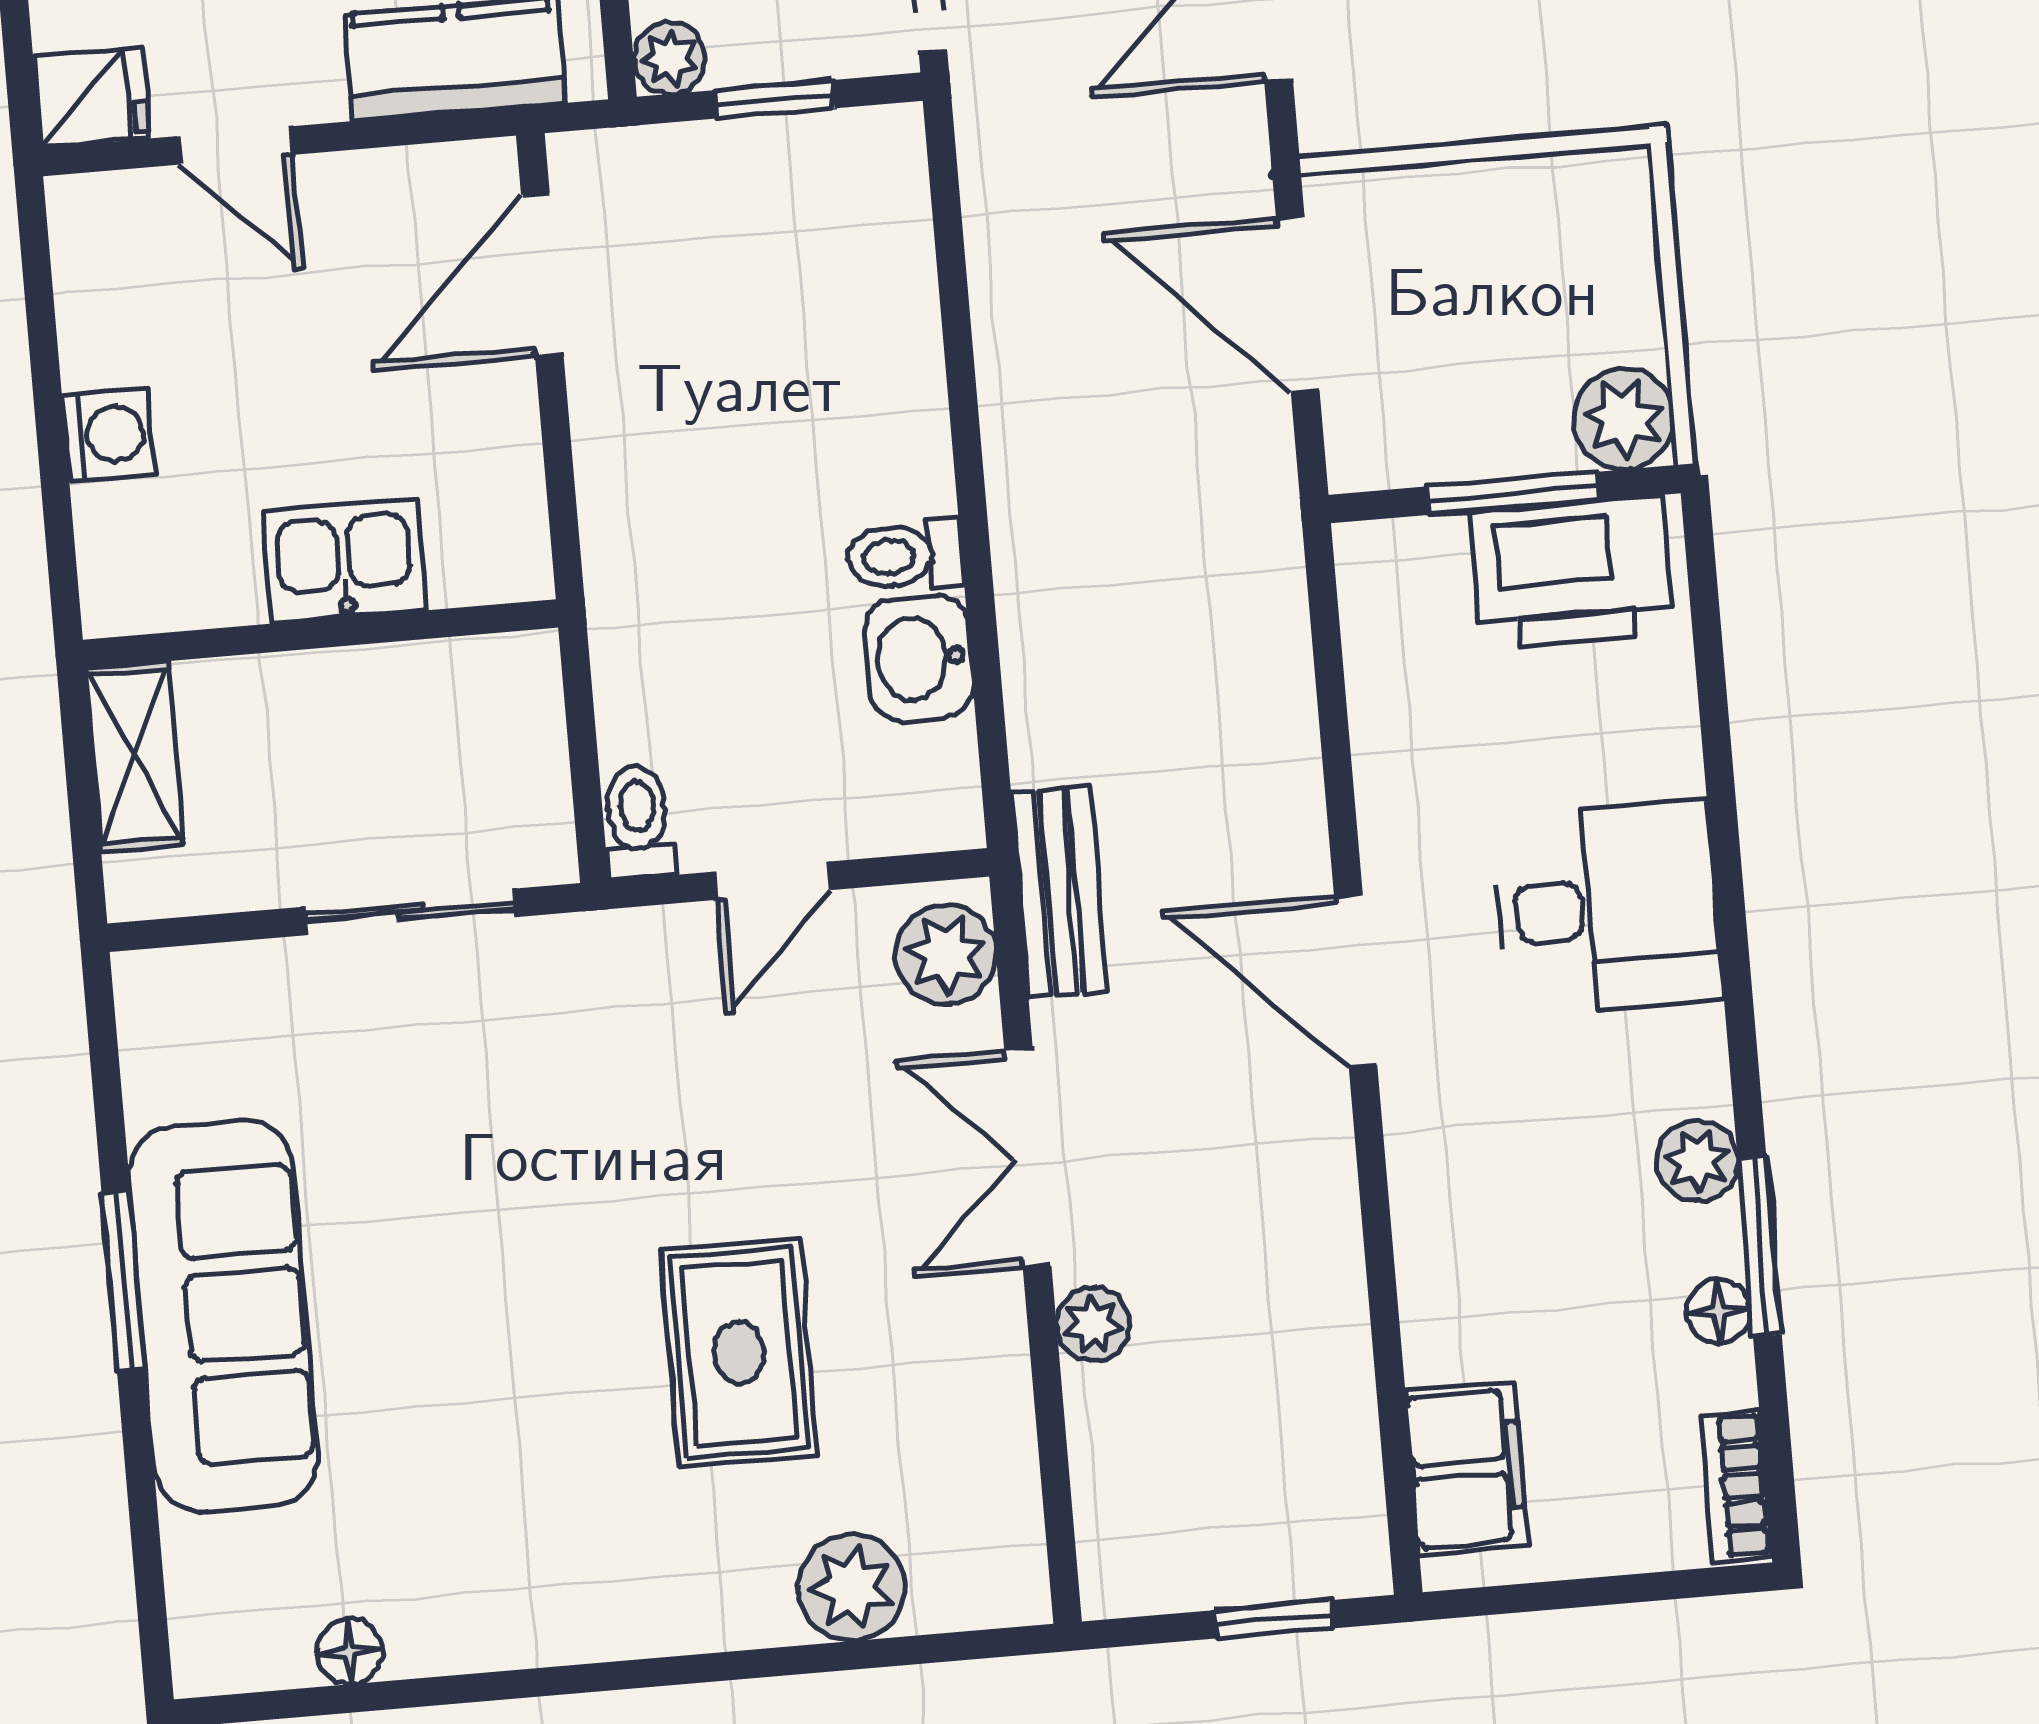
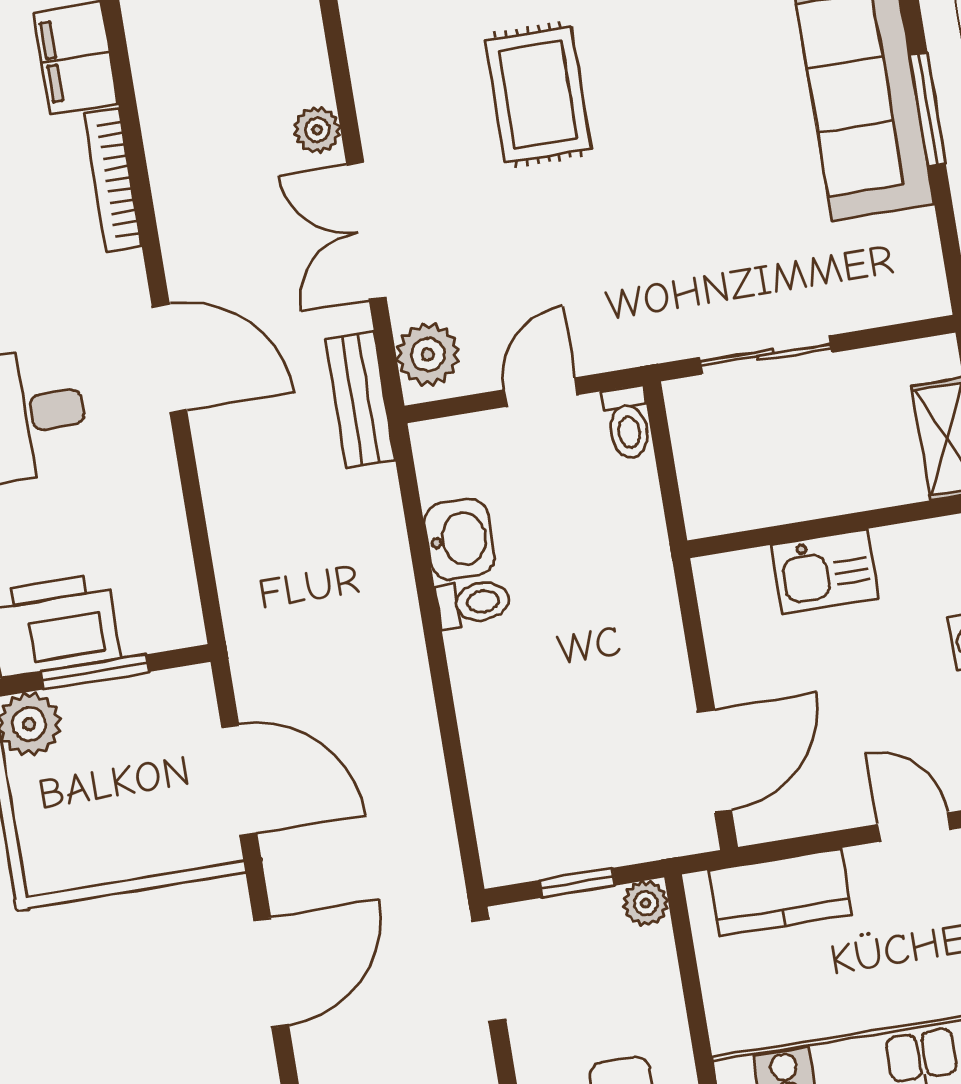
double door: (1028, 1158) -> (366, 231), swing flipped
bookcase: (1423, 1270) -> (113, 180), added

